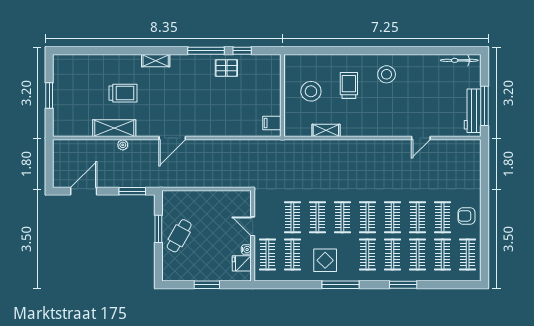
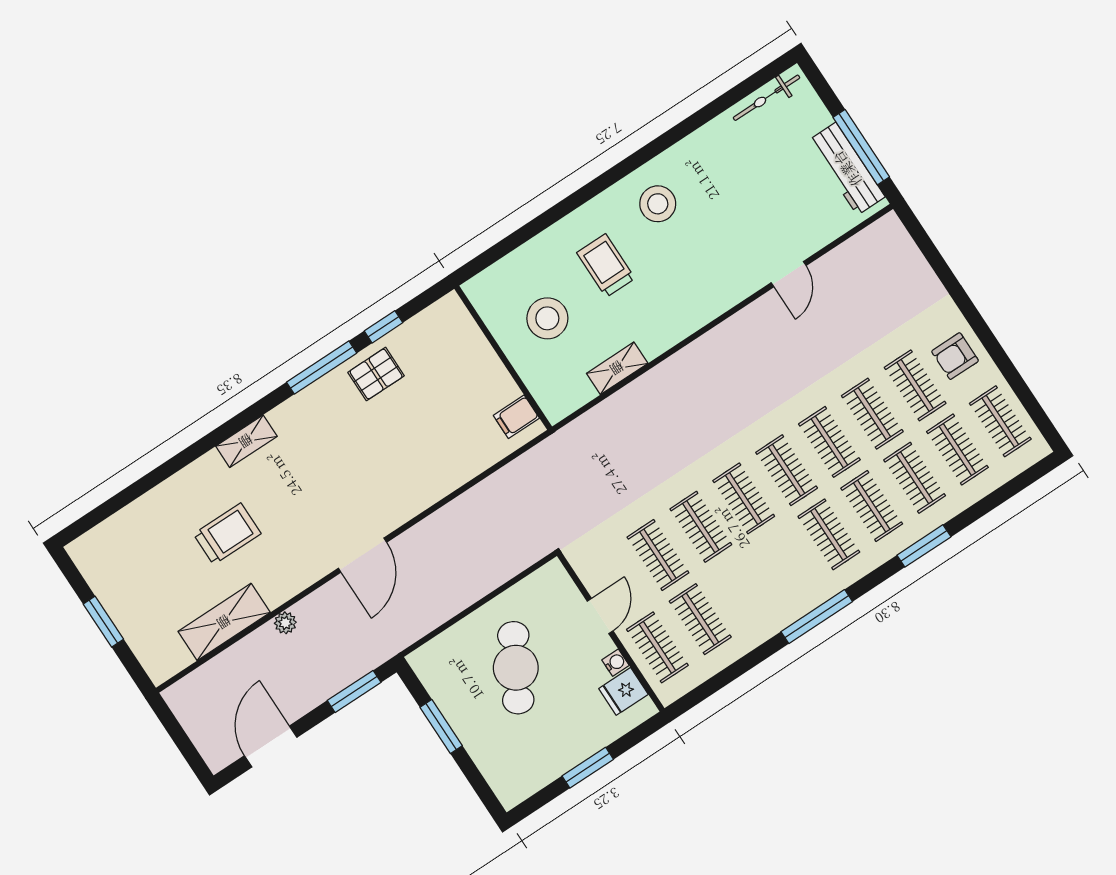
shelving: (114, 128) -> (224, 622), moved
door: (253, 226) -> (600, 616), swing flipped
cafe table: (179, 236) -> (516, 668), moved, width x1.37, depth x1.35
display table: (325, 260) -> (763, 592), removed

